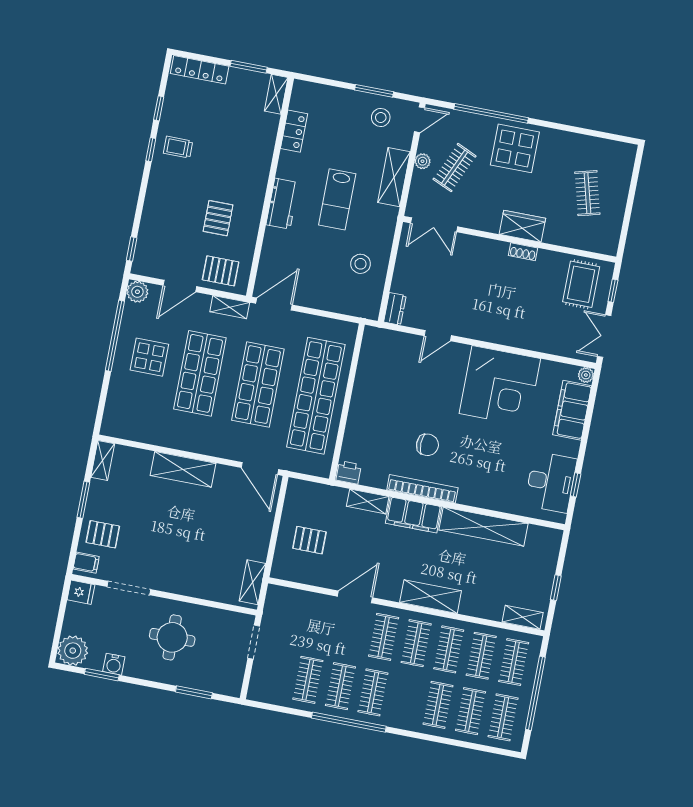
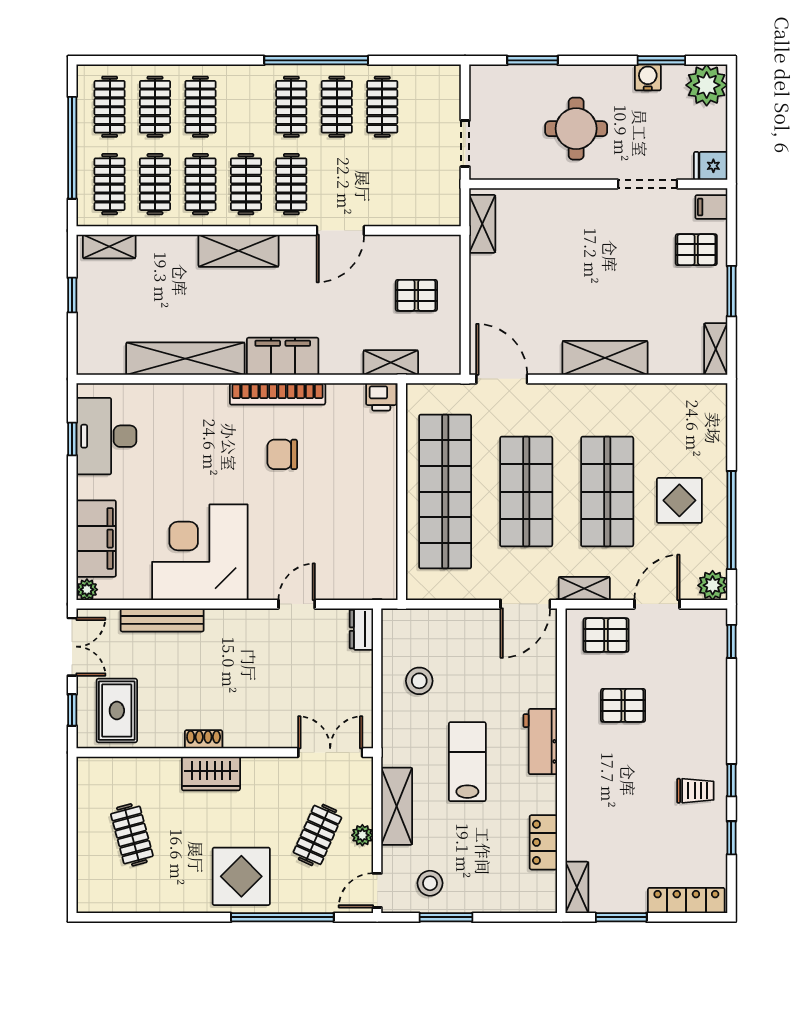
pallet: (218, 218) -> (623, 705), turned 90
bench: (536, 343) -> (162, 620), added
shelving: (368, 501) -> (391, 363), moved

